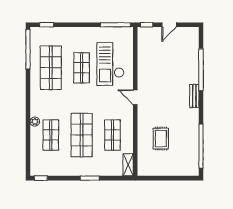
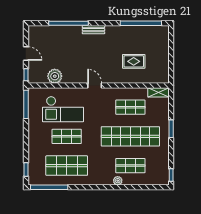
plant: (145, 55) -> (55, 76), added
door: (135, 97) -> (95, 86), swing flipped
shop shelf: (82, 135) -> (130, 136), width x1.40

